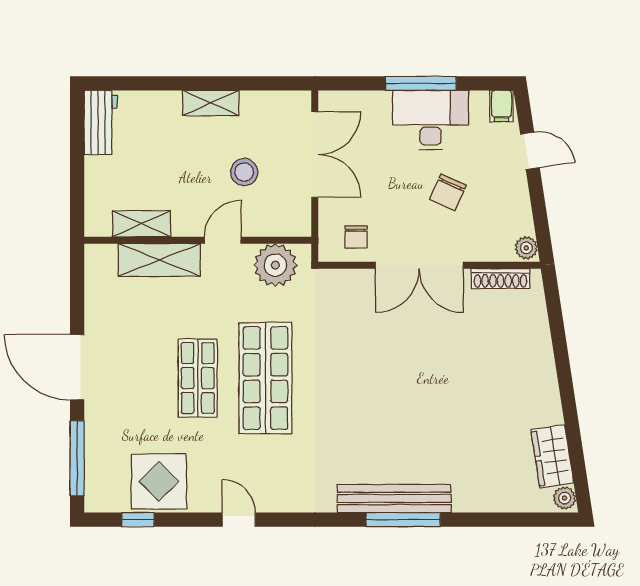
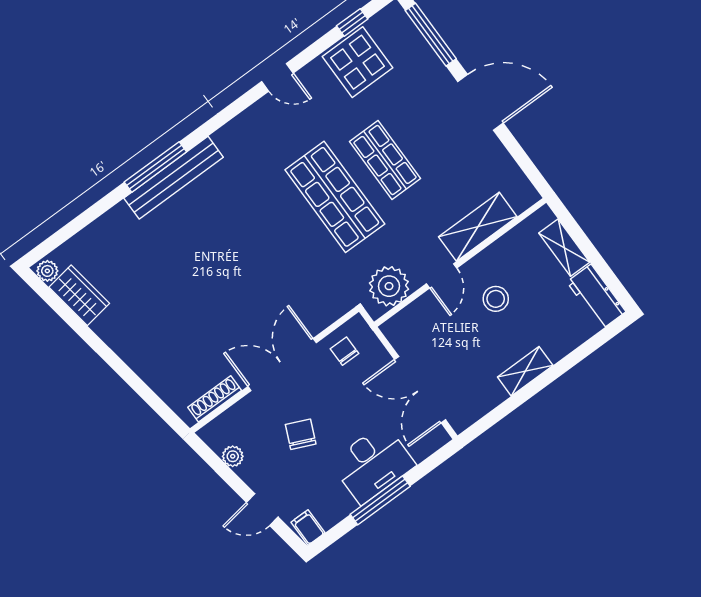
desk: (430, 120) -> (373, 464), moved
stool: (244, 172) -> (496, 299), moved
shelving: (141, 224) -> (564, 248), moved, turned 90
plant: (526, 248) -> (233, 456), moved

